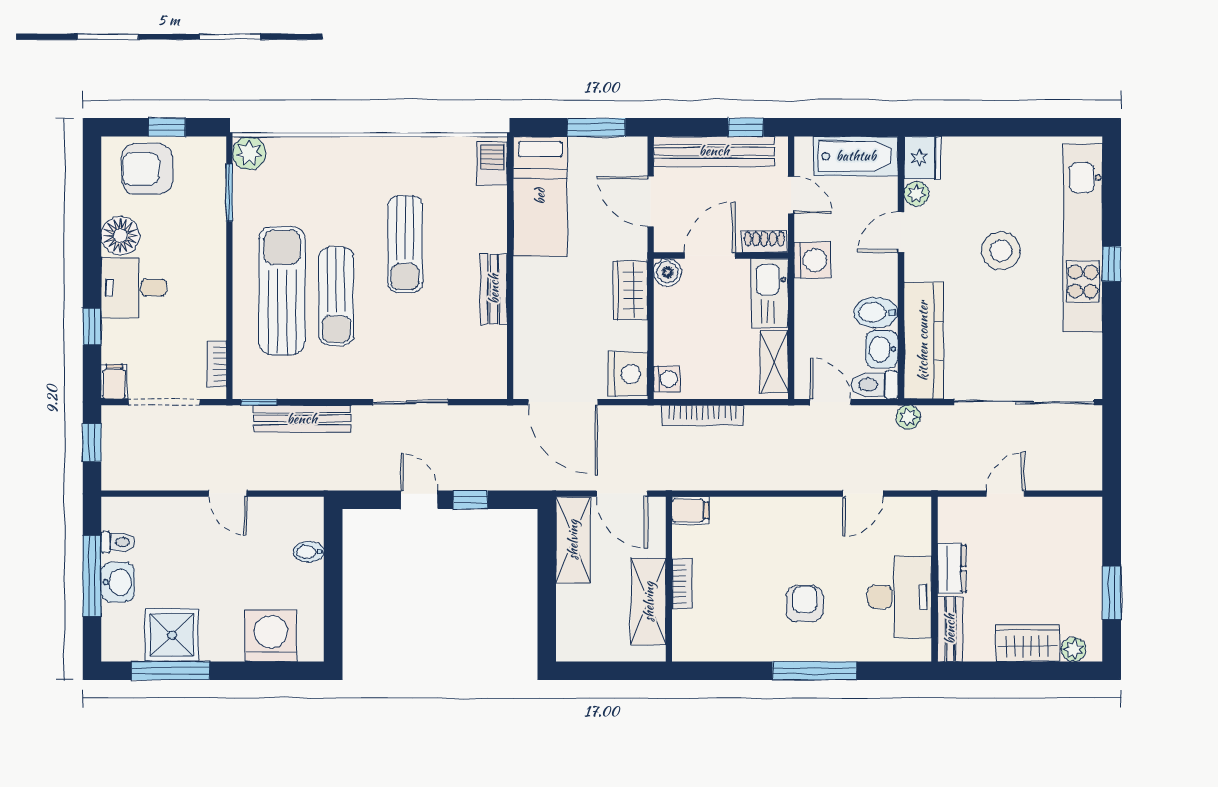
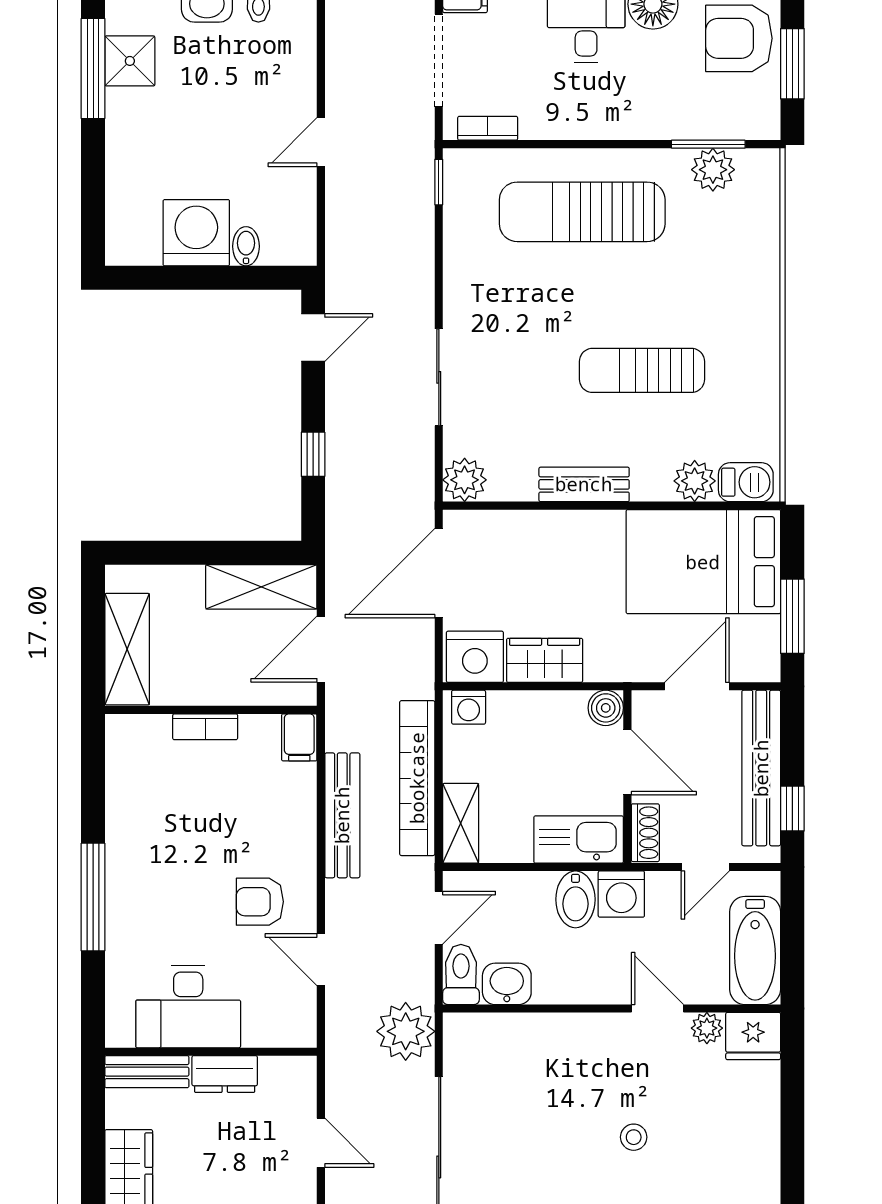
window: (167, 127) -> (792, 64), width x1.50
plant: (249, 153) -> (713, 170), moved
armchair: (147, 169) -> (739, 38), turned -90
bed: (540, 196) -> (703, 562), width x1.50
plant: (491, 203) -> (695, 481), added
stool: (1001, 251) -> (634, 1137), width x0.53, depth x0.53
wardrobe: (630, 290) -> (545, 660), moved
sun lounger: (282, 291) -> (582, 212), turned 180
sun lounger: (336, 296) -> (575, 282), removed
bidet: (876, 312) -> (575, 899), moved, turned 180
kitchen counter: (923, 341) -> (518, 1037), removed
shelving: (774, 362) -> (461, 823), moved, turned 90
plant: (490, 382) -> (465, 480), added
bookcase: (702, 416) -> (417, 778), width x1.48, depth x1.31
plant: (908, 417) -> (406, 1031), width x1.87, depth x1.87
bench: (302, 419) -> (342, 815), moved
door: (419, 500) -> (313, 337), moved
shelving: (649, 602) -> (127, 649), moved, turned 90
armchair: (805, 604) -> (260, 902), moved, turned 180
shower: (172, 635) -> (130, 61), width x0.73, depth x0.73
washing machine: (271, 636) -> (196, 233), moved, turned -90

